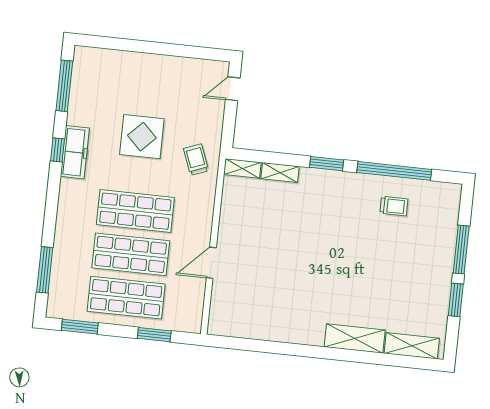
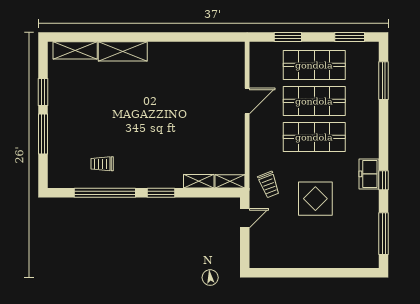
door: (233, 89) -> (245, 218), moved
freezer: (75, 152) -> (369, 174), width x0.71

